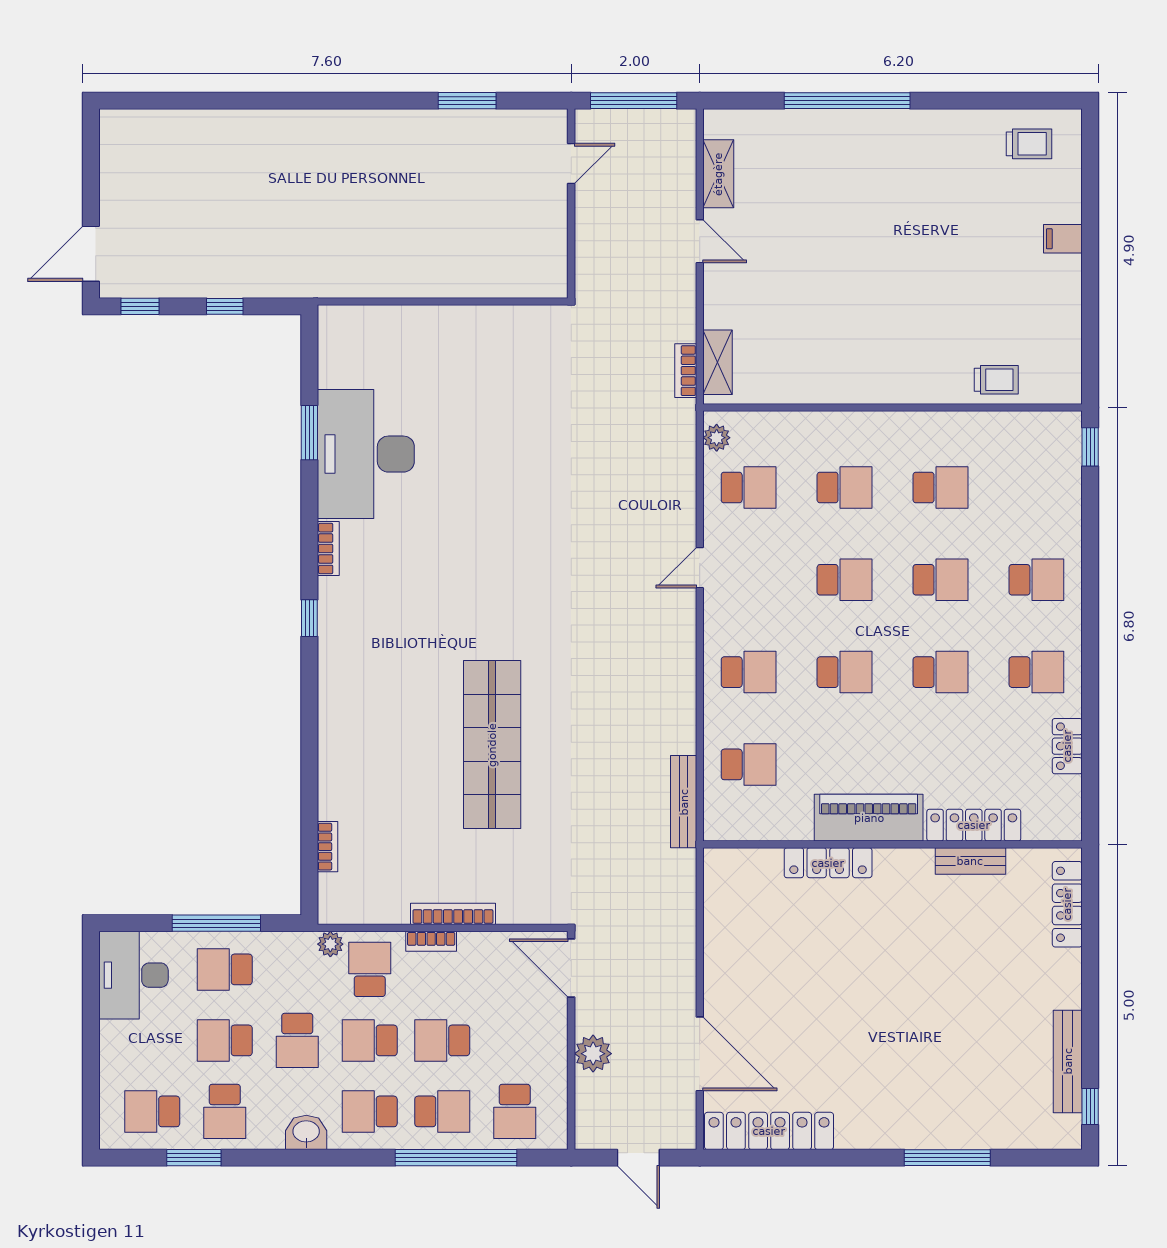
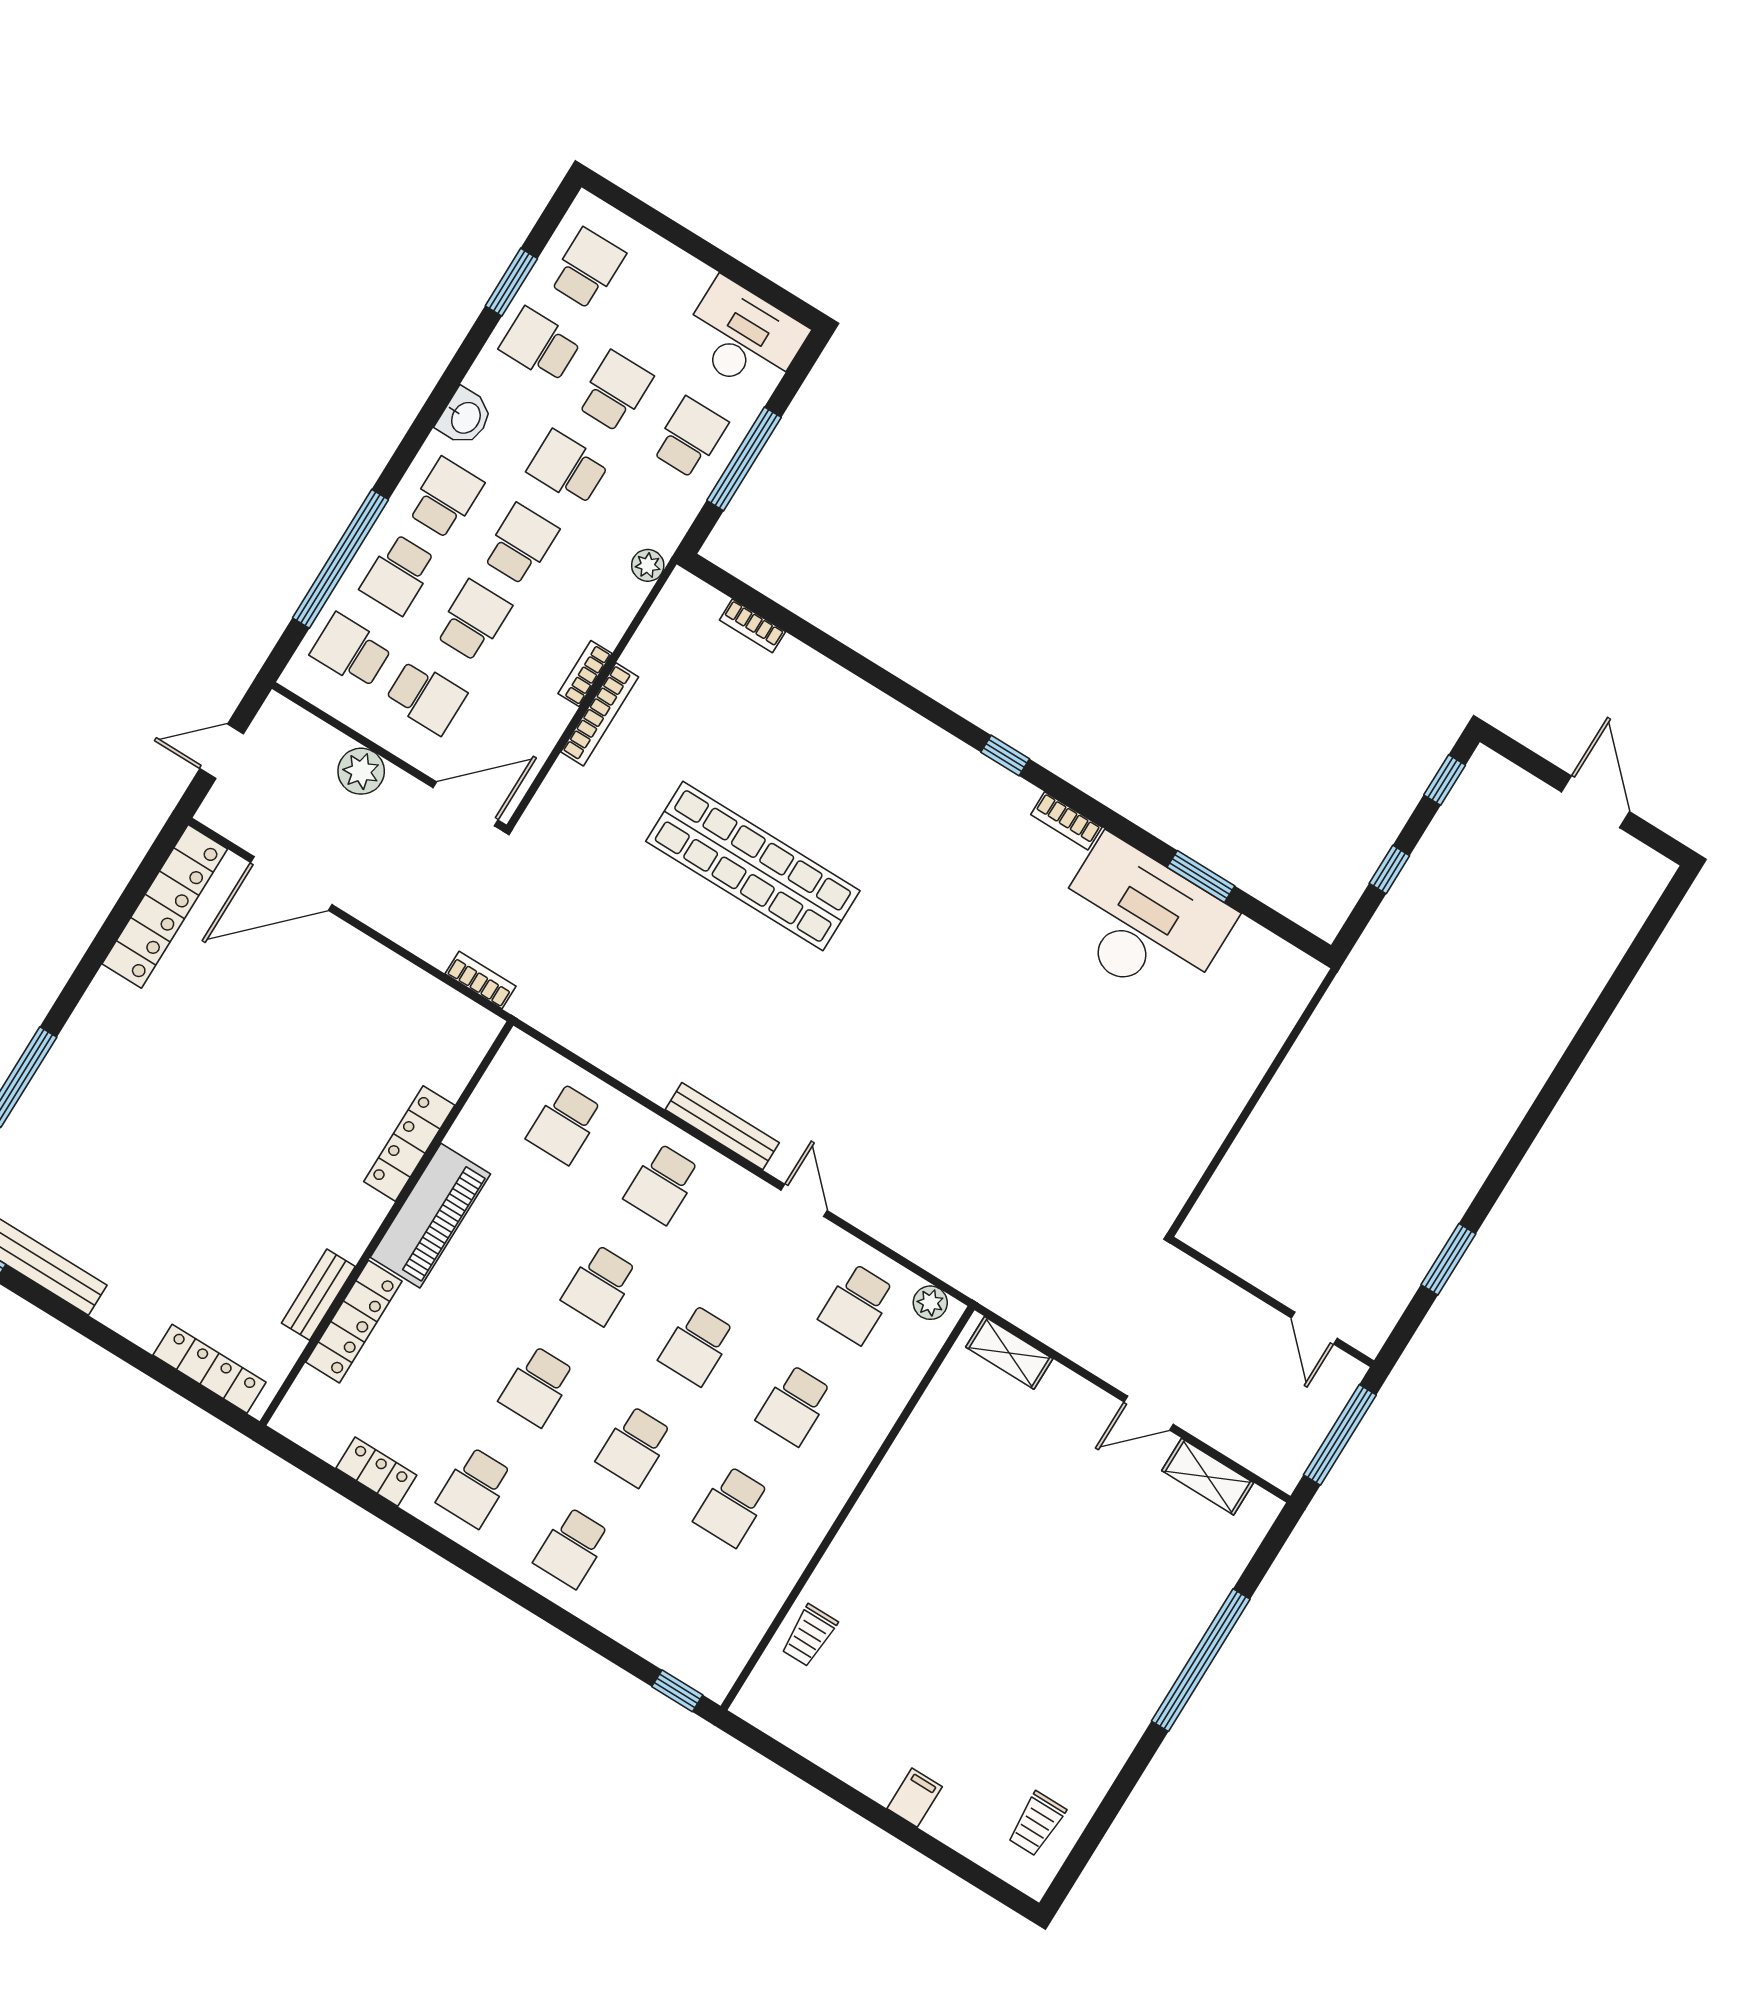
door: (91, 254) -> (1595, 802), moved
bookcase: (686, 371) -> (480, 980), moved
bench: (684, 802) -> (722, 1126), moved
school desk: (370, 969) -> (426, 697), moved

